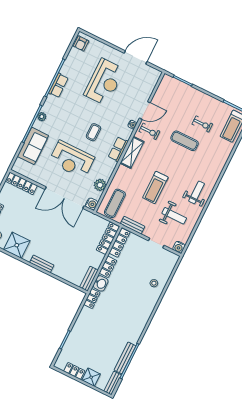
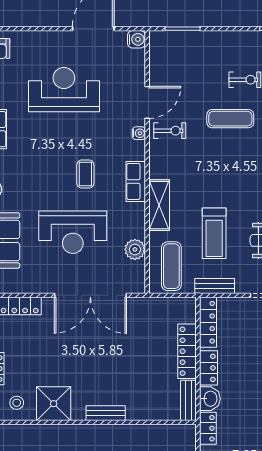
reception desk: (104, 82) -> (64, 90), turned -90
shelving: (132, 152) -> (159, 205), moved
treadmill: (155, 187) -> (214, 233), moved
water cooler: (92, 204) -> (136, 39), moved
locker: (108, 238) -> (187, 351), moved

